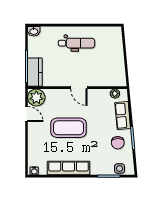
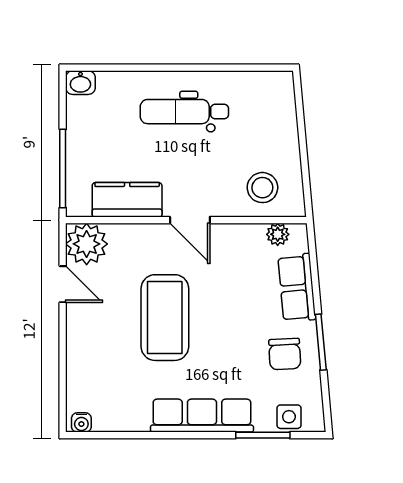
dental chair: (77, 43) -> (184, 112), turned 180
kitchen counter: (35, 72) -> (127, 200), moved, turned -90
stool: (109, 74) -> (262, 188), added
coffee table: (68, 128) -> (165, 318), turned 90
row of seats: (69, 168) -> (202, 416), moved

